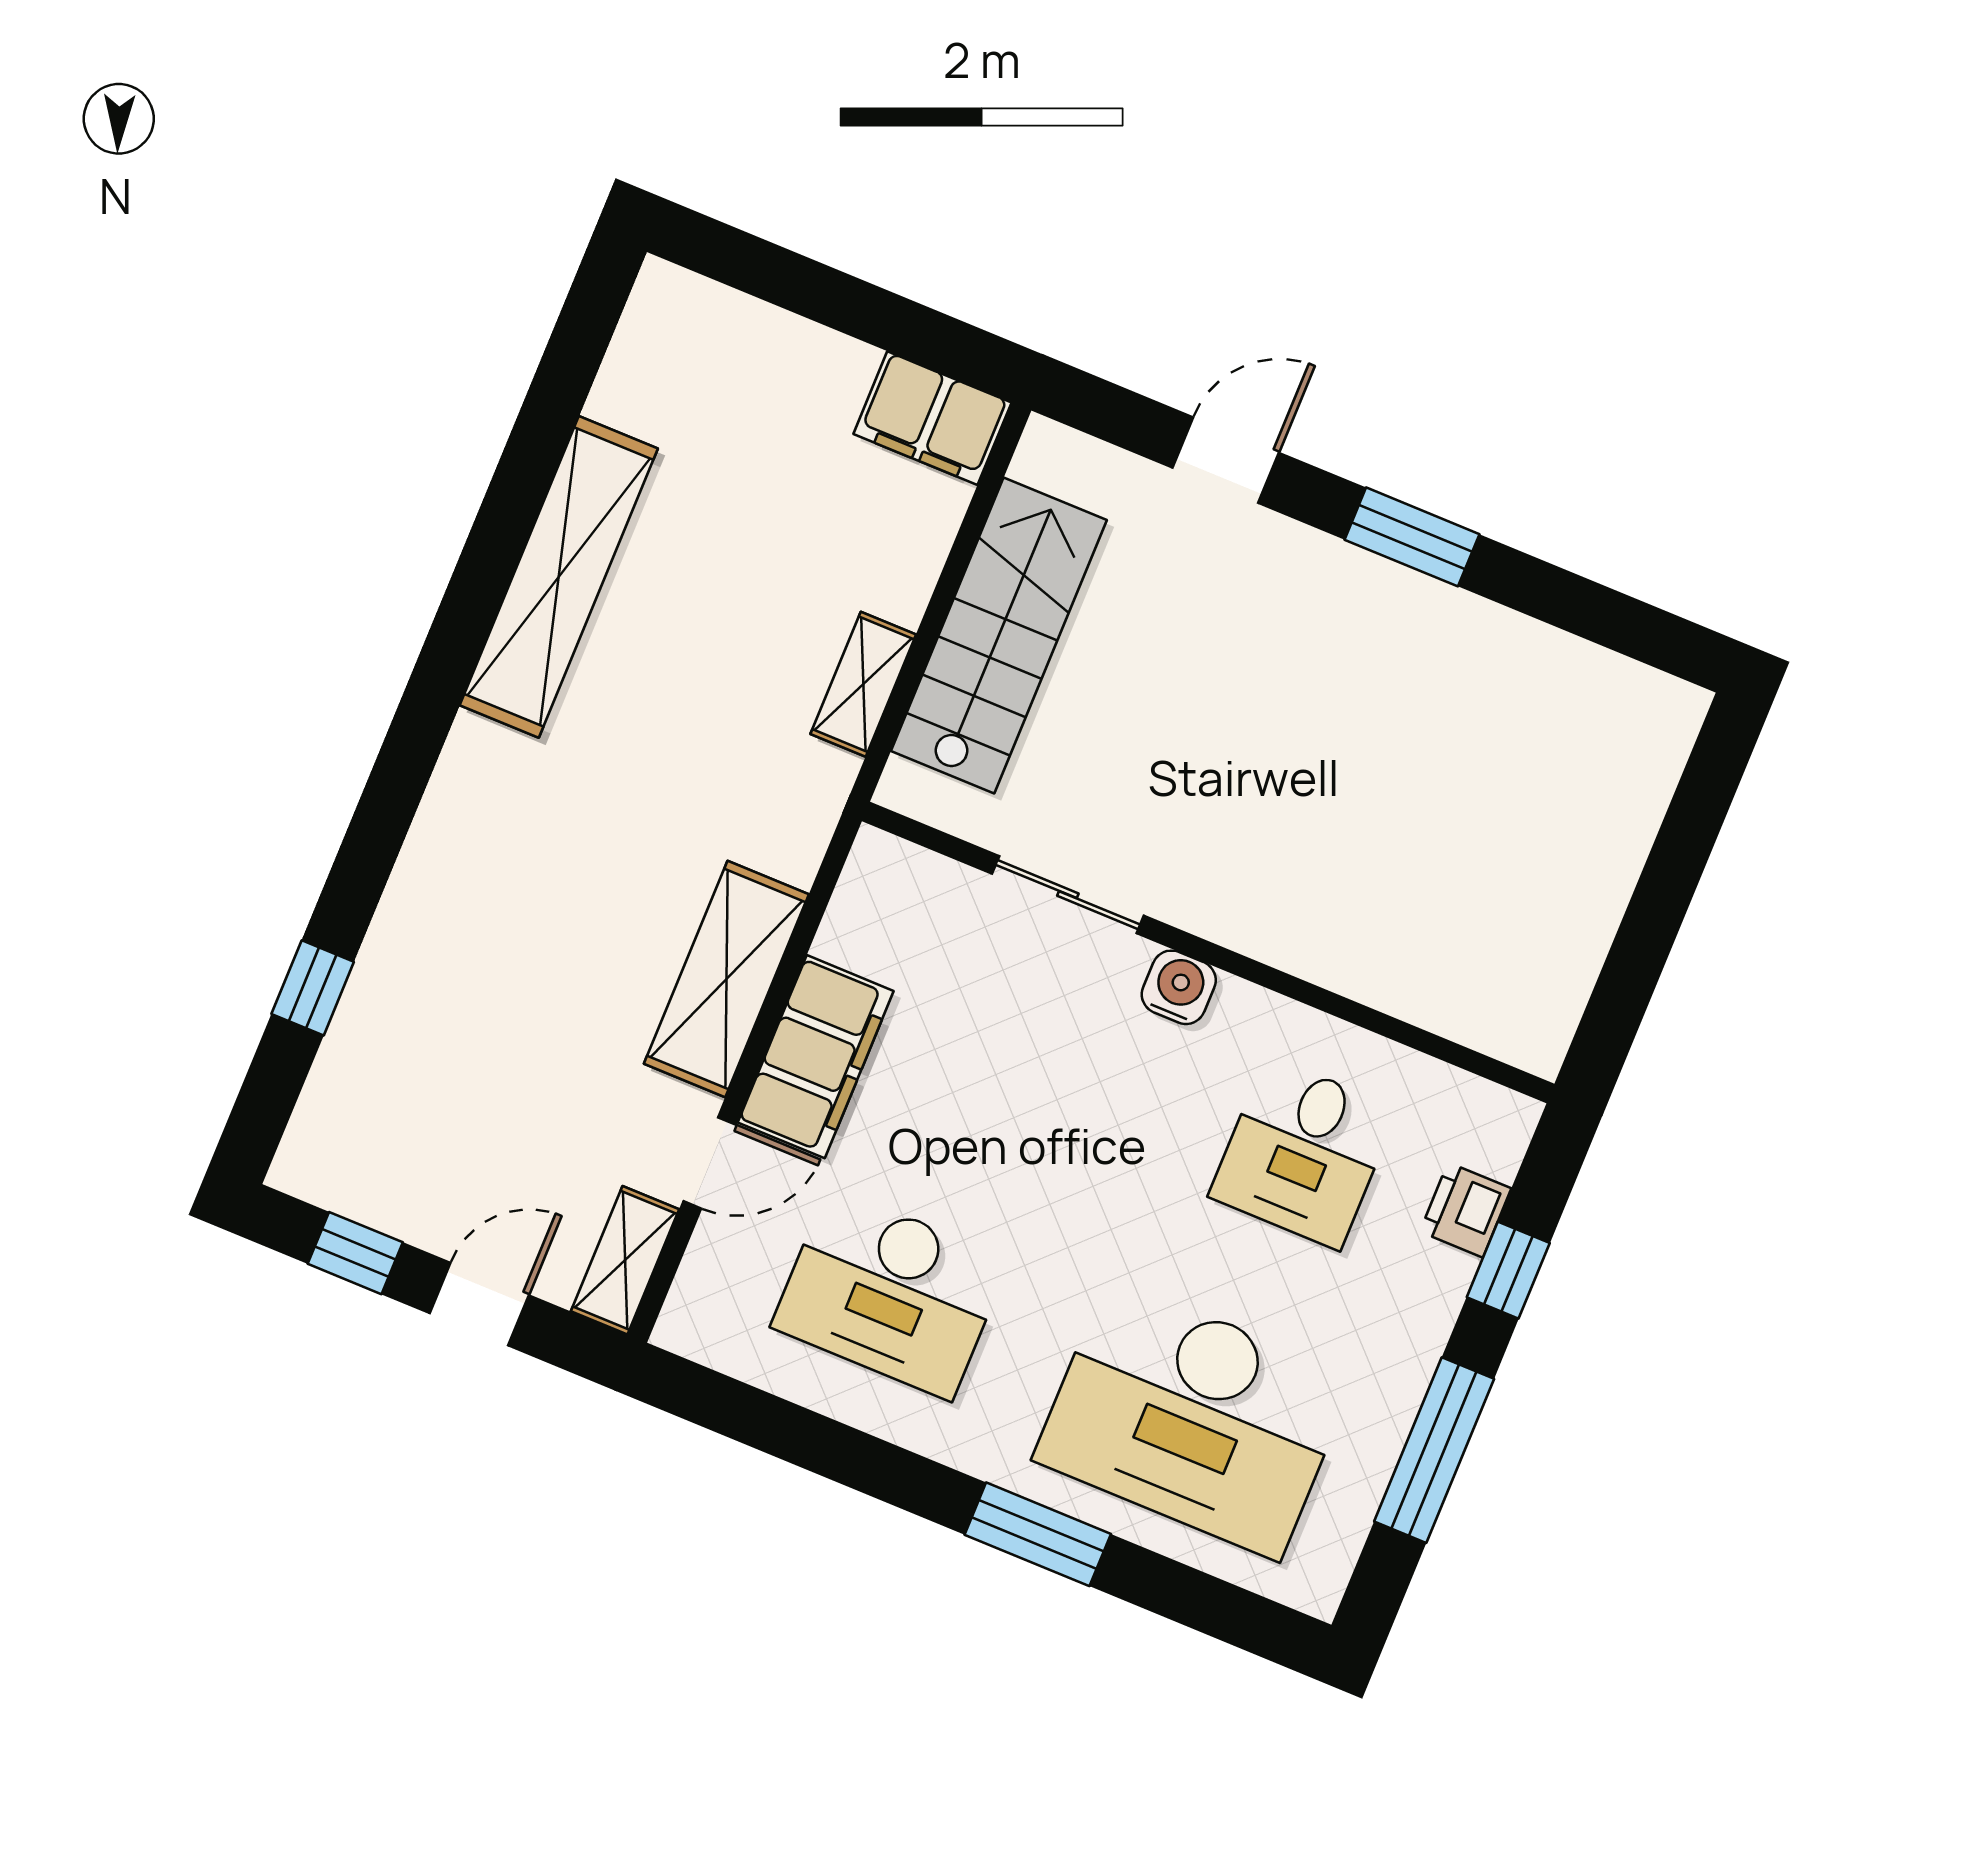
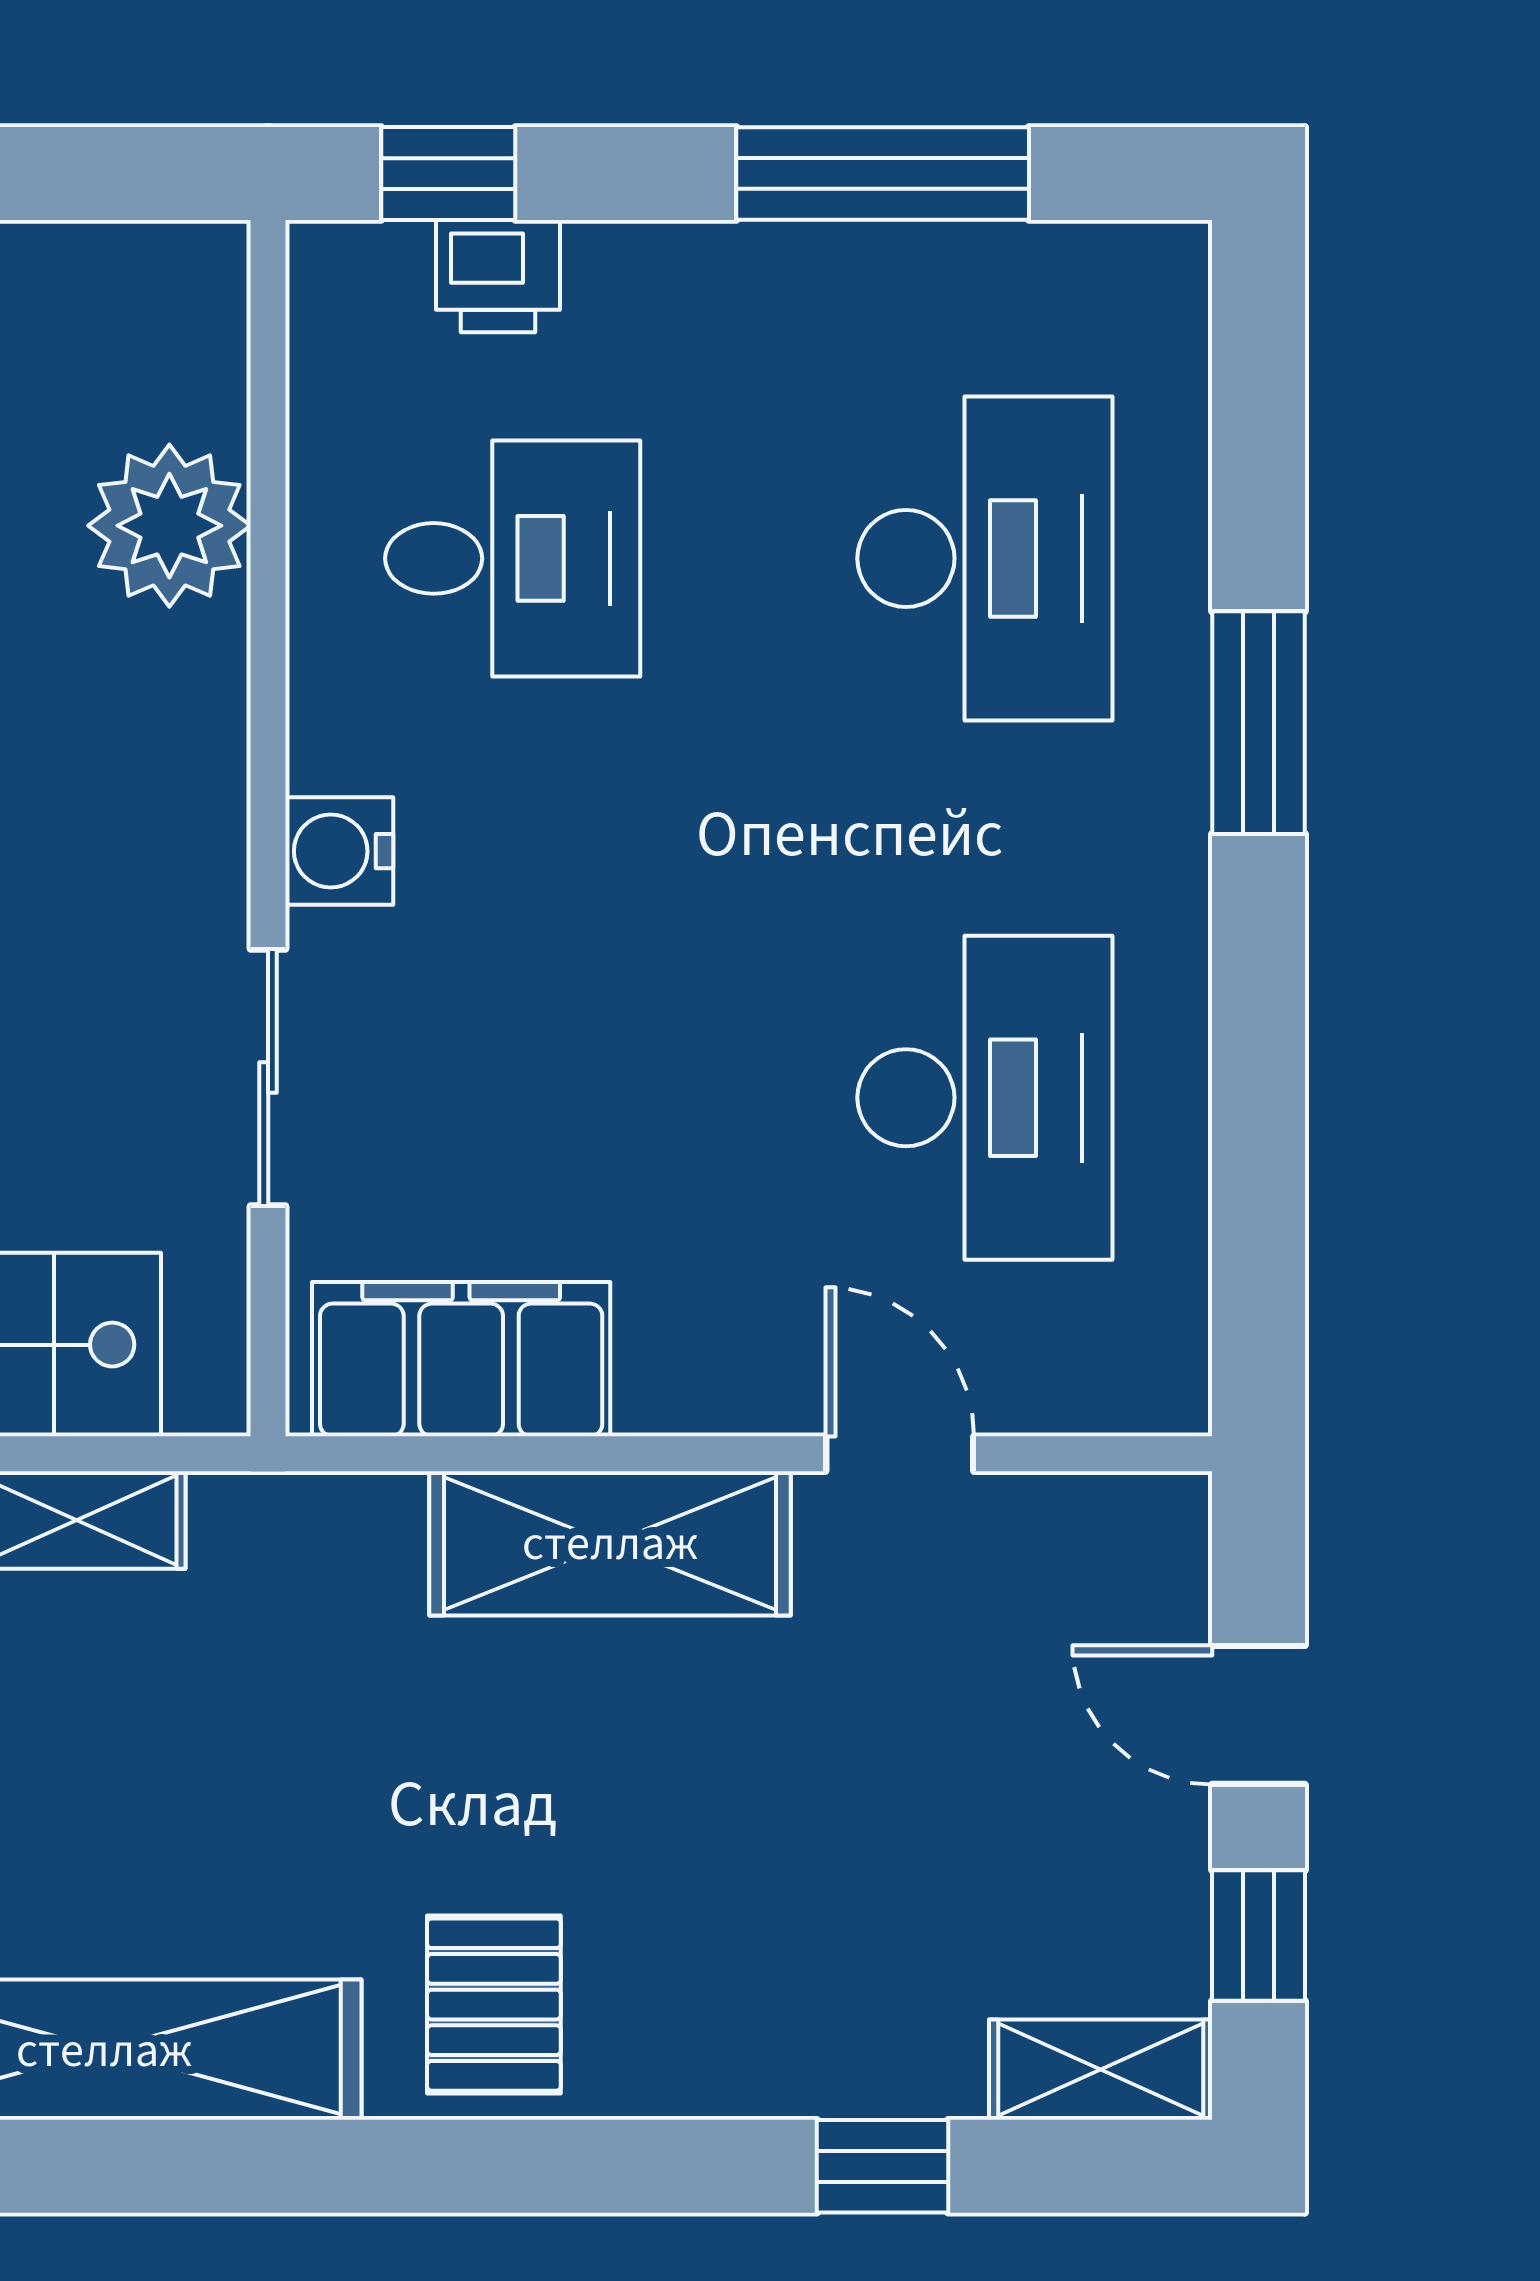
pallet: (494, 807) -> (494, 2005), added
plant: (1401, 967) -> (169, 526), added
filing cabinet: (816, 1057) -> (461, 1359), moved
shelving: (625, 1260) -> (1101, 2070), moved
window: (1508, 1270) -> (448, 174), moved
desk: (1194, 1418) -> (985, 558), width x0.73, depth x0.77

